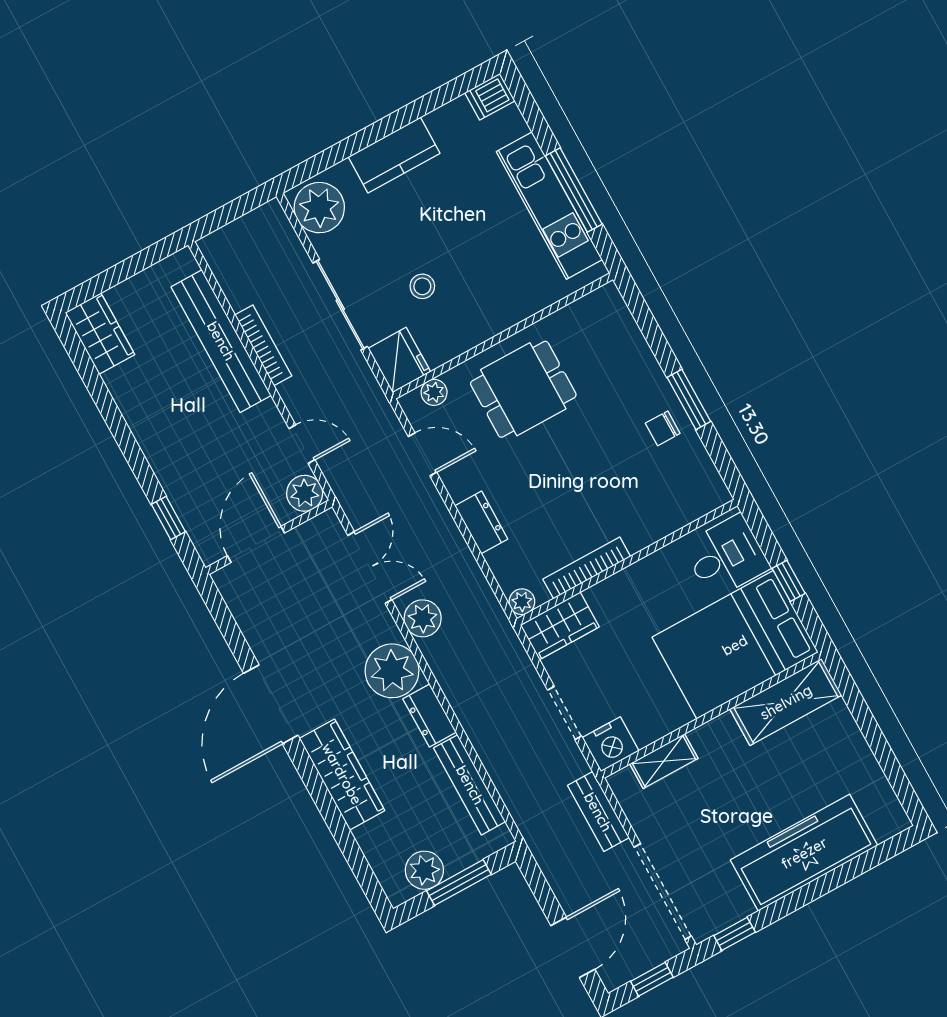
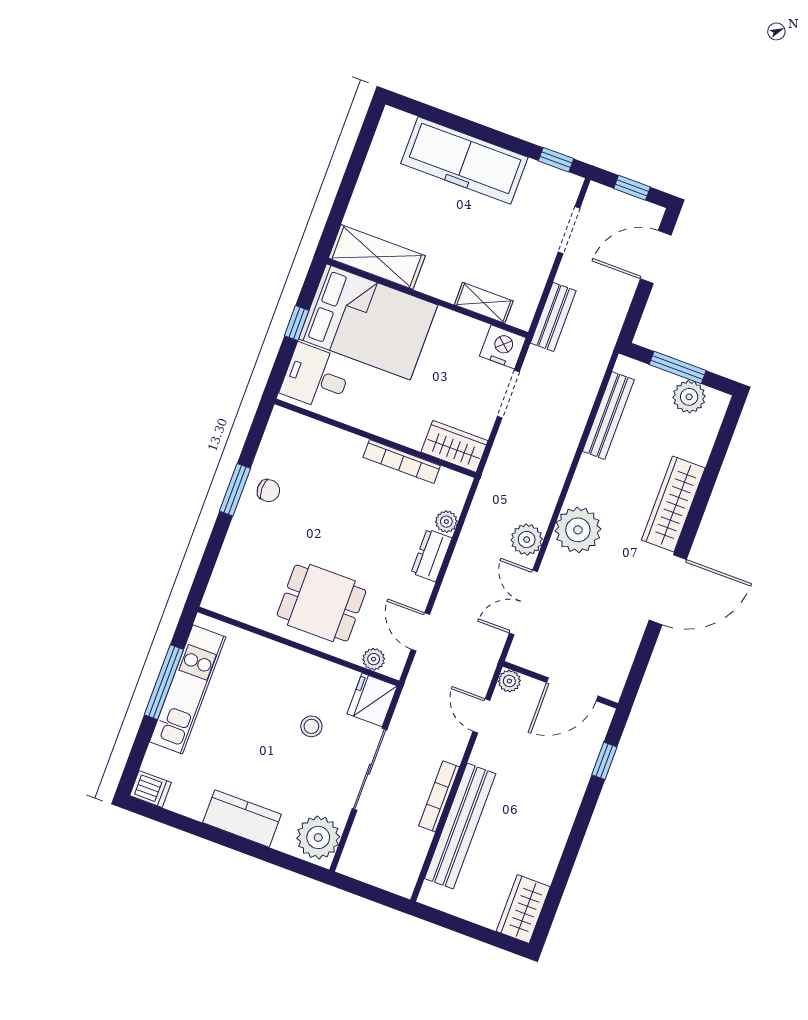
plant: (305, 493) -> (509, 681), width x0.73, depth x0.73
plant: (522, 602) -> (446, 522), moved
dresser: (430, 716) -> (586, 480), removed
doorway: (663, 892) -> (569, 230), width x0.53

